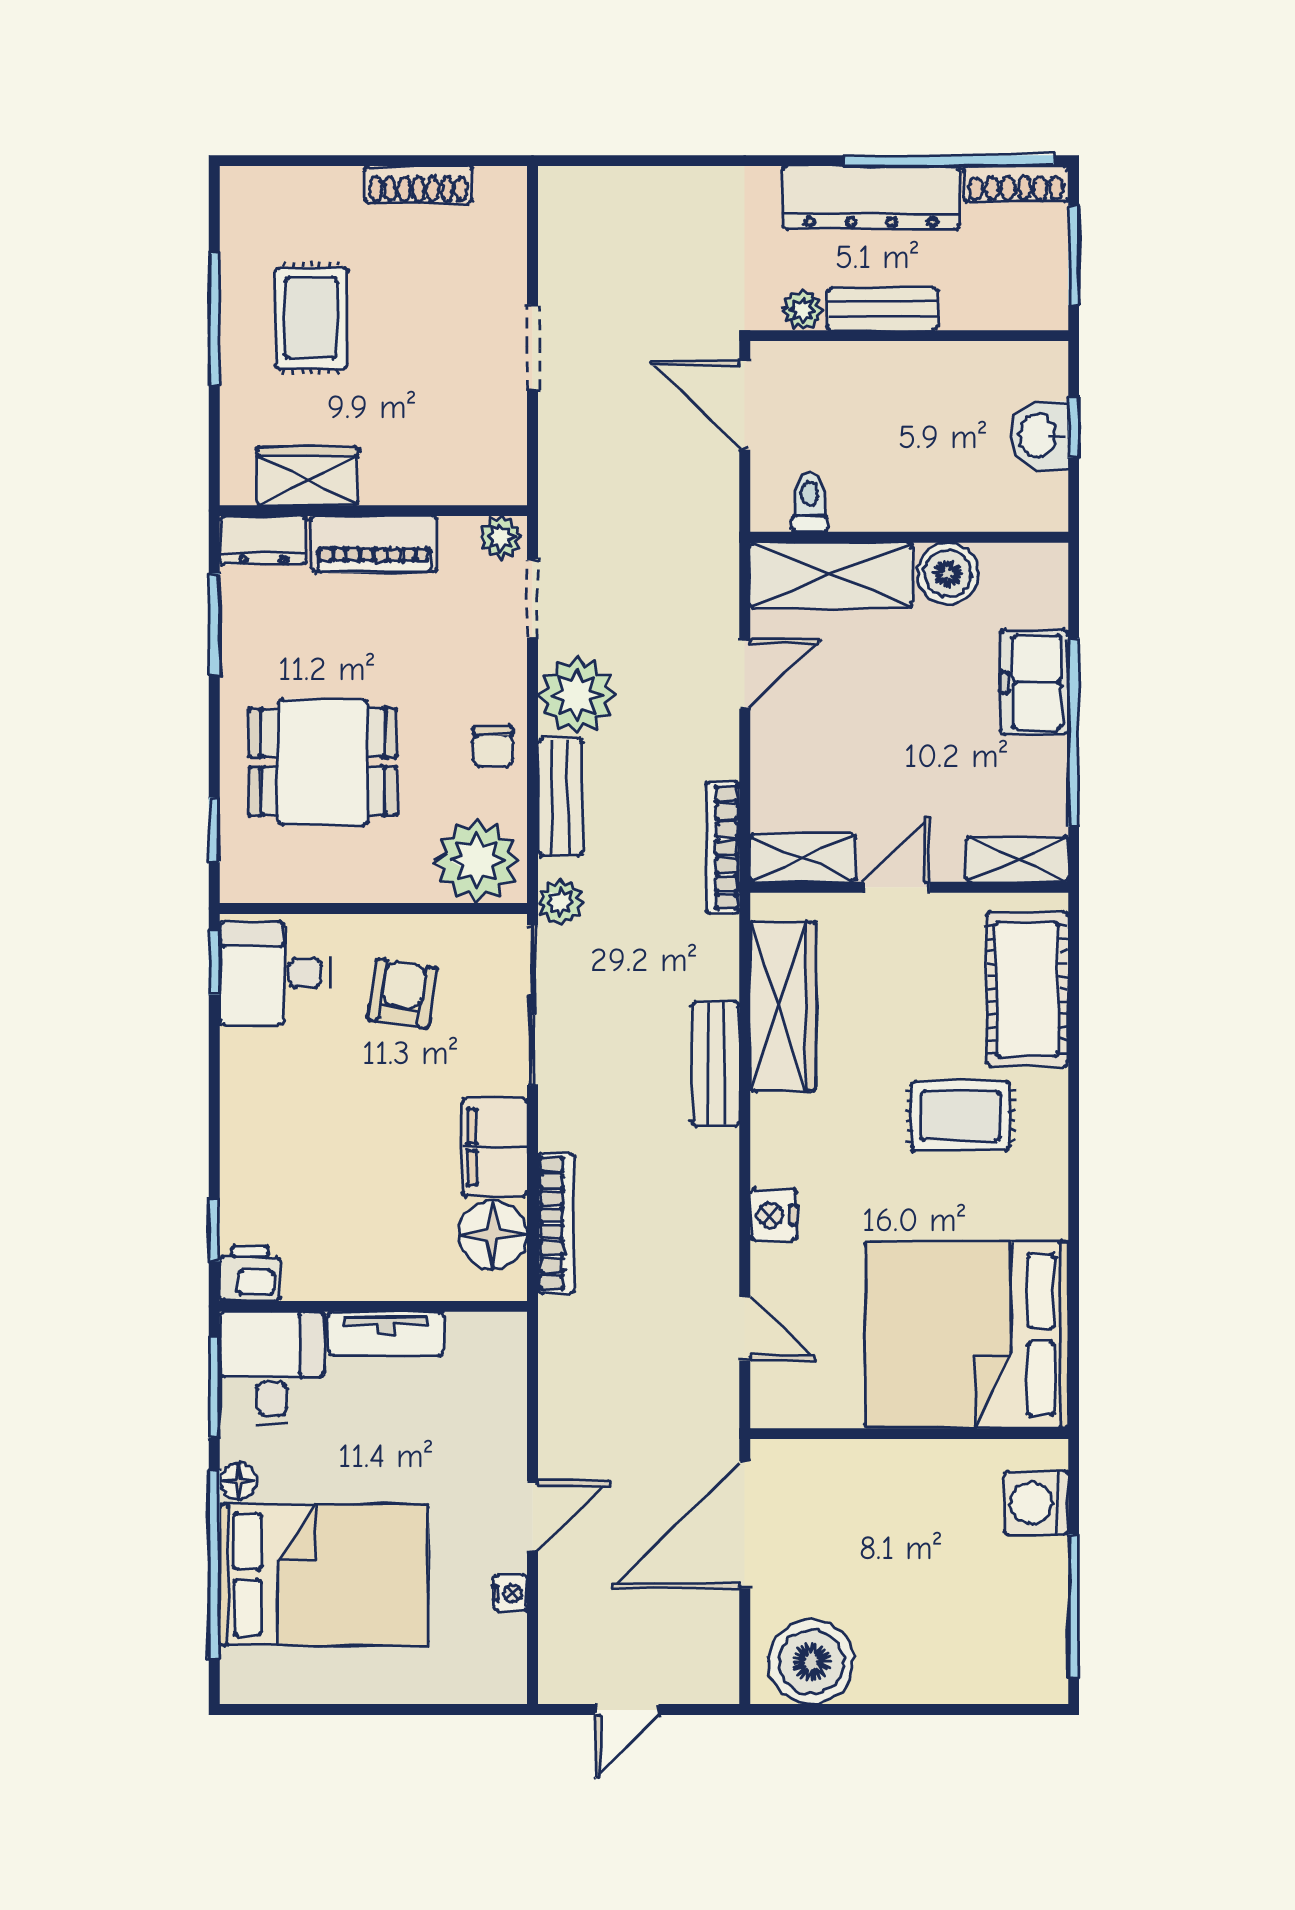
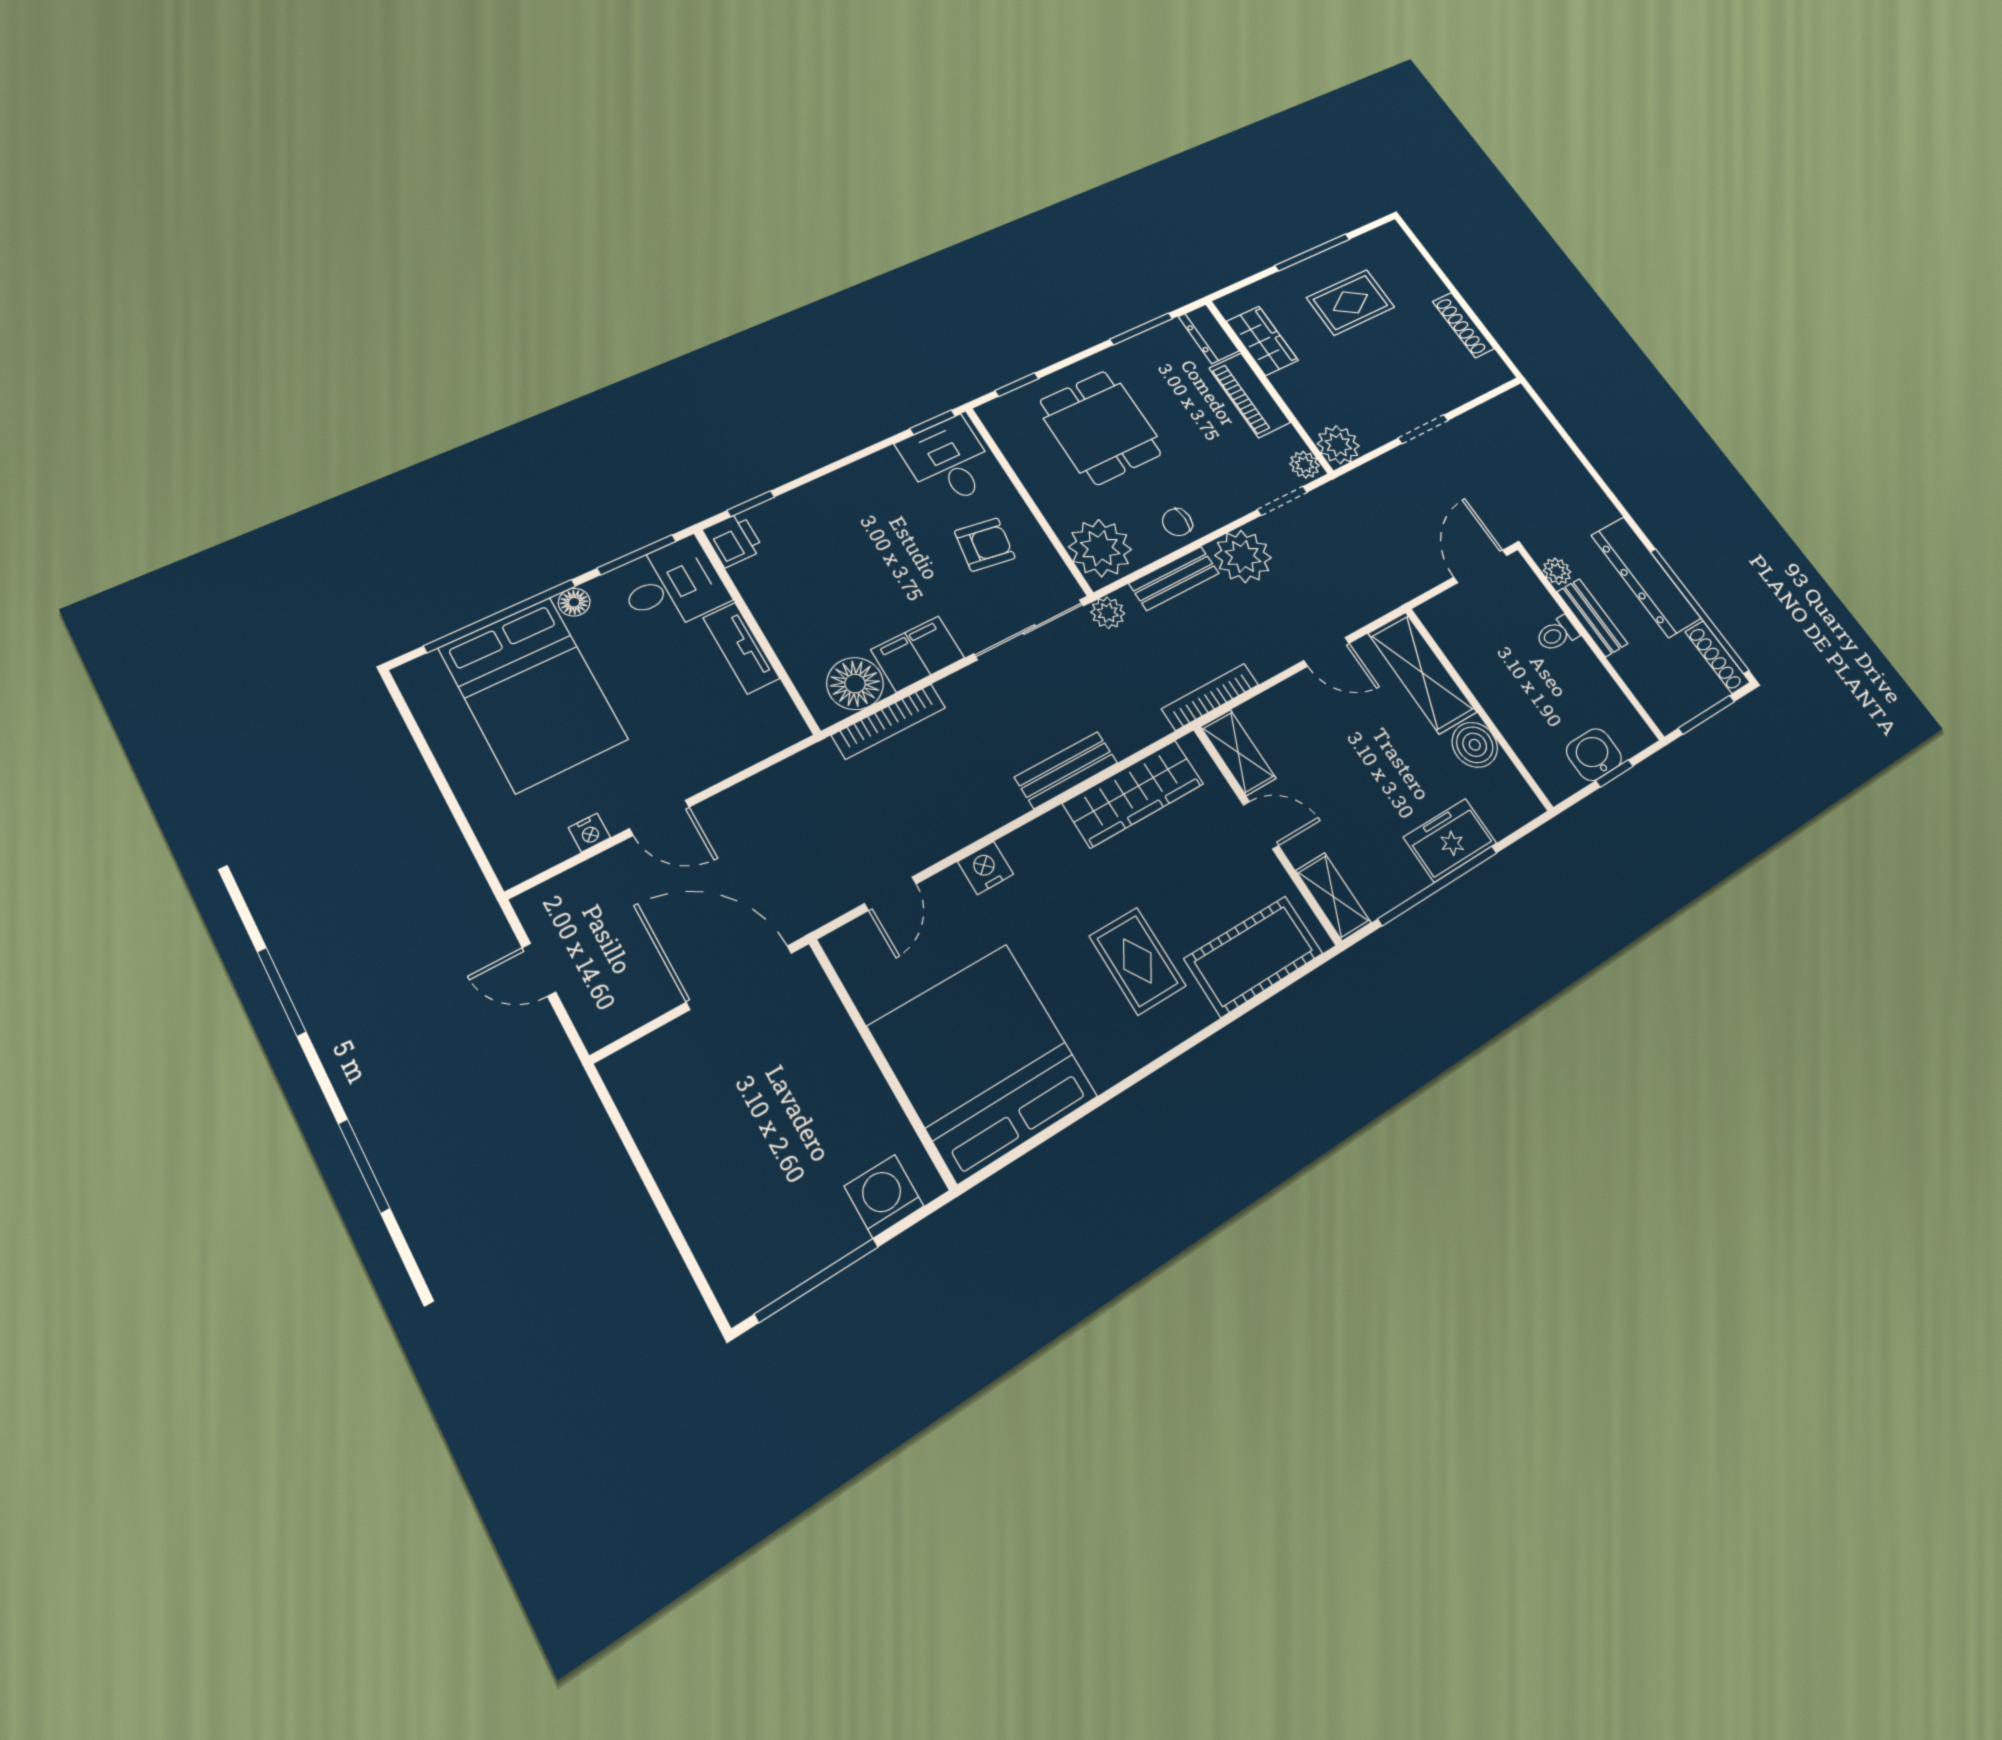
plant: (497, 475) -> (1338, 445), added
toilet: (810, 502) -> (1557, 634), moved, turned 180
boiler: (811, 1662) -> (655, 1092), removed

